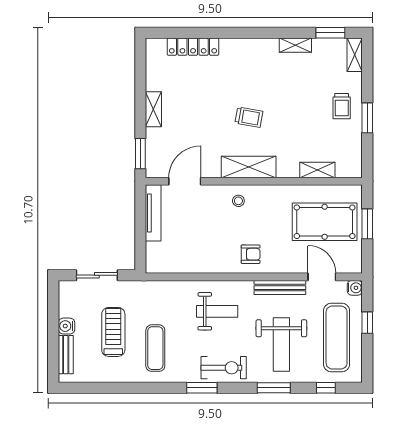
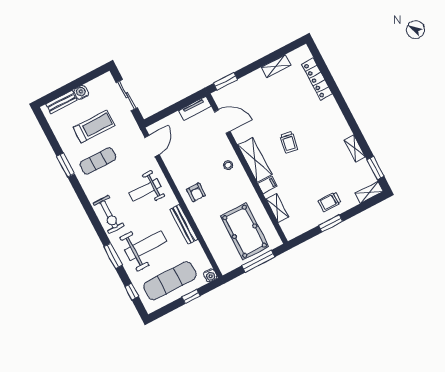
shelving: (153, 109) -> (276, 66), moved
filing cabinet: (285, 167) -> (268, 185), added
tv unit: (153, 213) -> (195, 108), width x0.71
window: (367, 224) -> (258, 261), width x1.44
door: (322, 277) -> (152, 146), moved
weight bench: (217, 311) -> (145, 190), turned 90
weight bench: (281, 344) -> (145, 246), turned 180
window: (202, 388) -> (66, 165), moved

